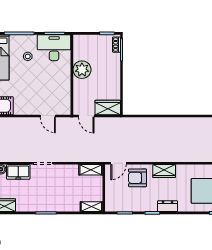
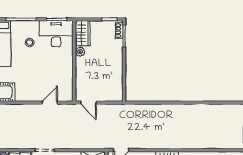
plant: (82, 70) -> (80, 52), width x0.53, depth x0.53
wardrobe: (108, 108) -> (83, 33), moved, turned 90
door: (48, 116) -> (50, 103), swing flipped

